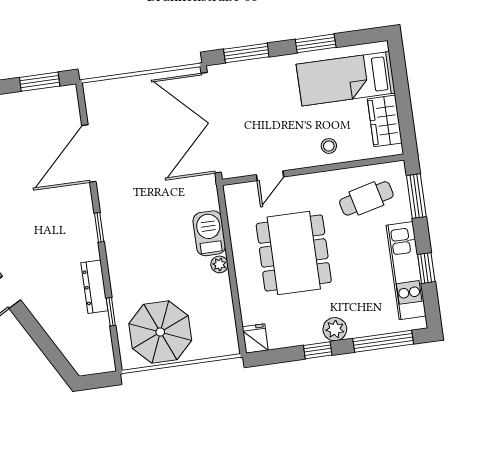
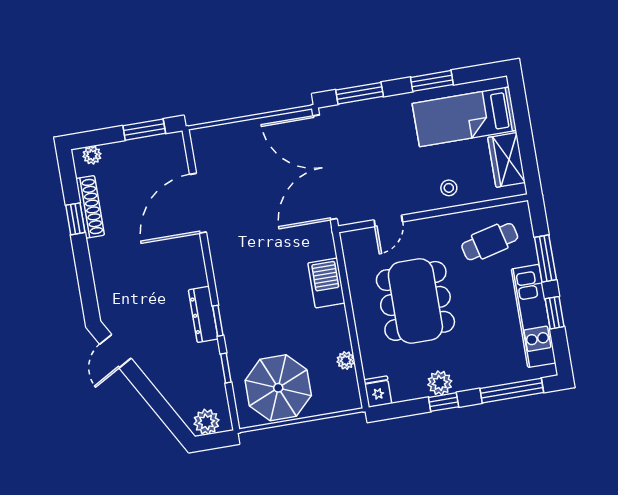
window: (416, 196) -> (545, 259), moved
window: (99, 227) -> (218, 321), moved
plant: (219, 264) -> (346, 361), moved
dresser: (94, 287) -> (203, 314), moved
plant: (335, 329) -> (440, 383), moved
plant: (91, 363) -> (206, 422), added

